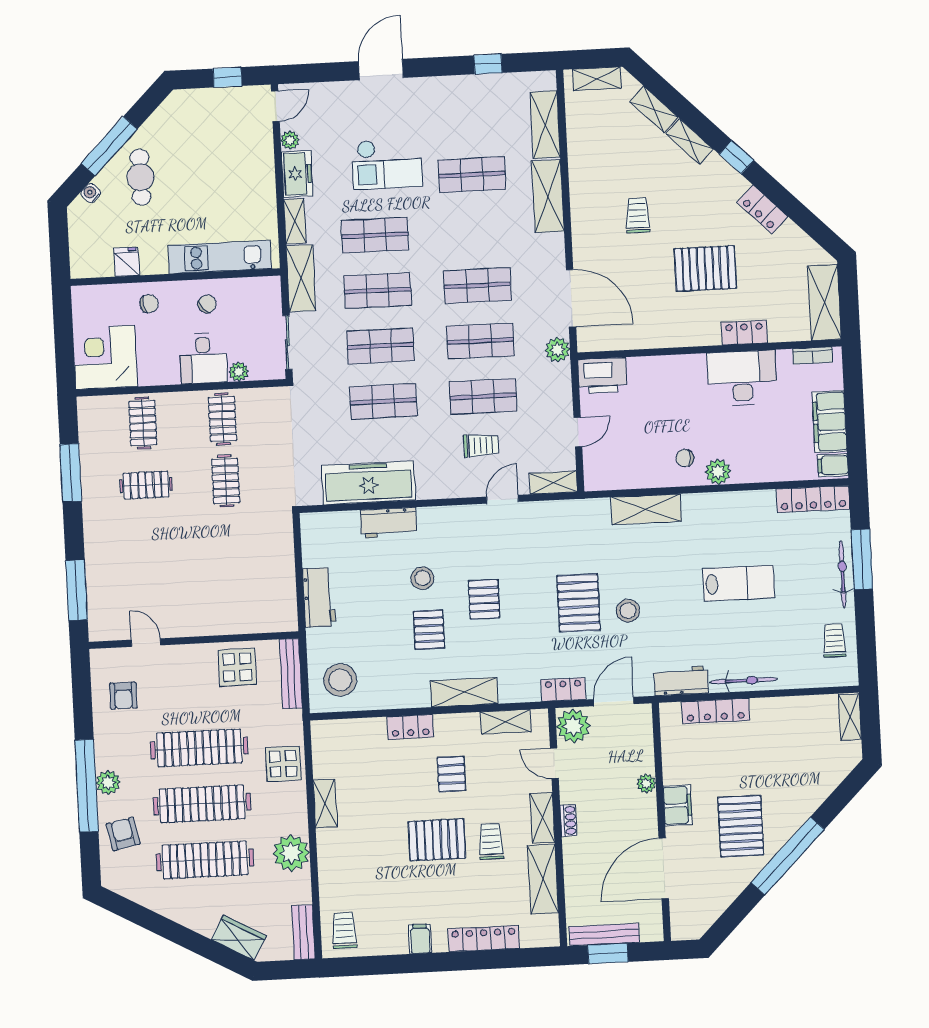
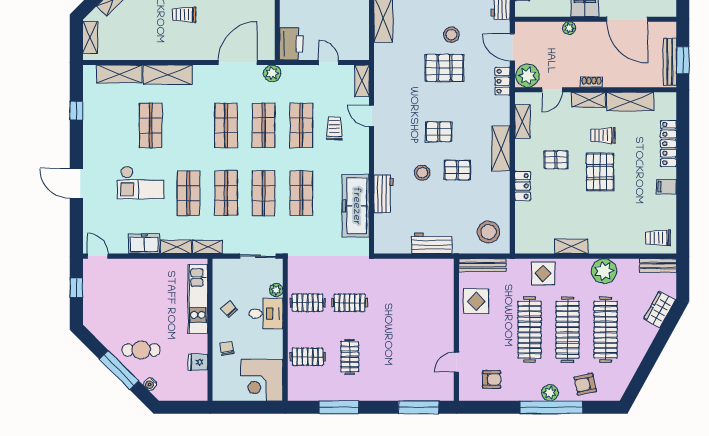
plant: (290, 140) -> (121, 247), removed
checkout: (387, 164) -> (141, 183), turned 90
shelving: (301, 278) -> (208, 247), width x0.67, depth x0.75

